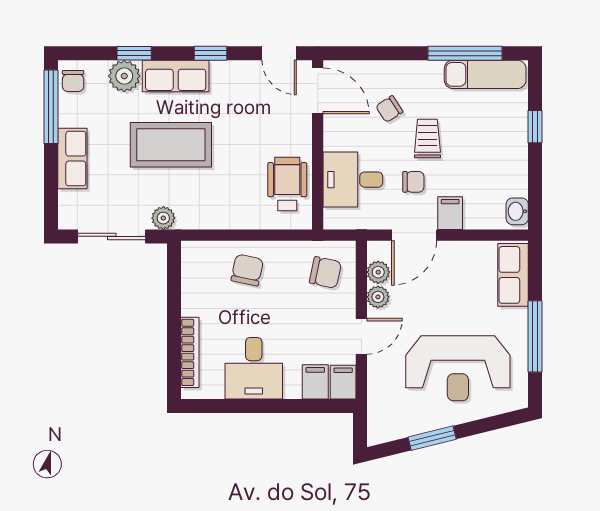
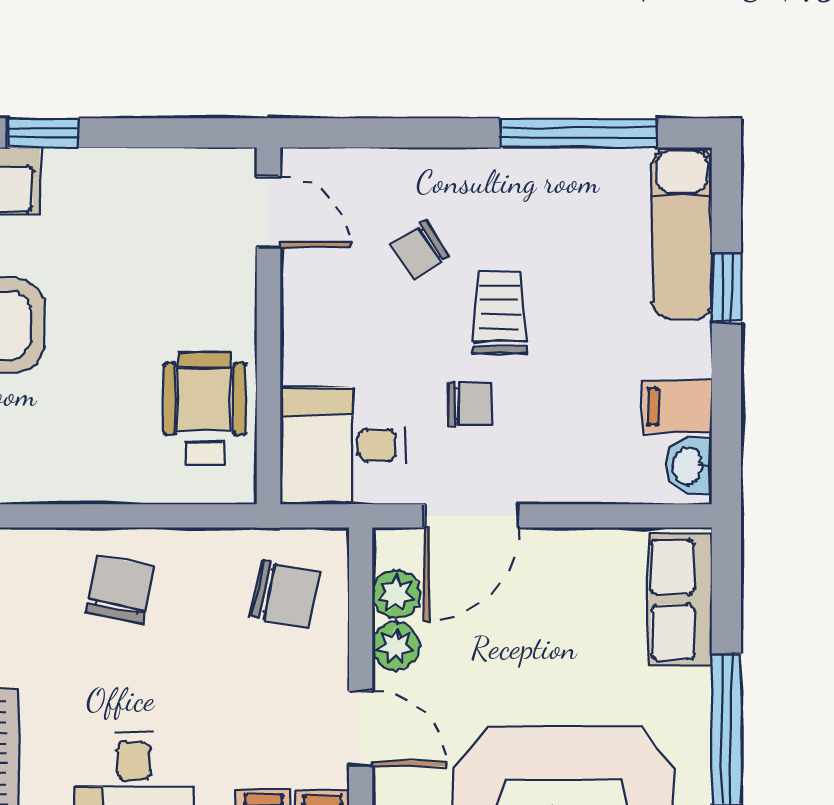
door: (279, 53) -> (188, 133), removed
exam couch: (485, 74) -> (682, 233), moved, turned 90
door: (318, 91) -> (269, 212), width x0.73
desk: (353, 180) -> (343, 445), moved
filing cabinet: (450, 213) -> (677, 407), moved, turned -90
door: (361, 336) -> (361, 729), hinge flipped

